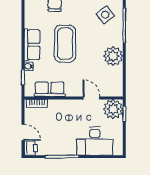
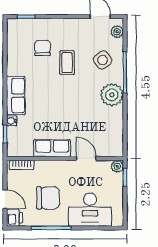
coffee table: (65, 44) -> (67, 63), moved, width x0.54, depth x0.58
plant: (113, 56) -> (112, 95), moved
row of seats: (50, 89) -> (52, 148), moved
plant: (113, 109) -> (117, 166), width x0.53, depth x0.53
chair: (59, 131) -> (48, 198), added

